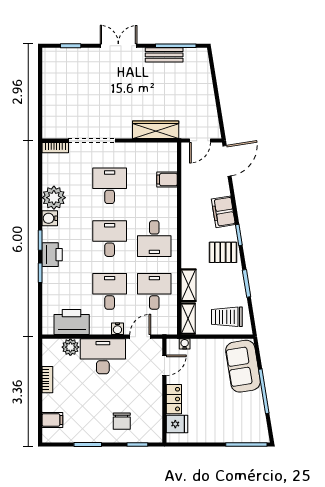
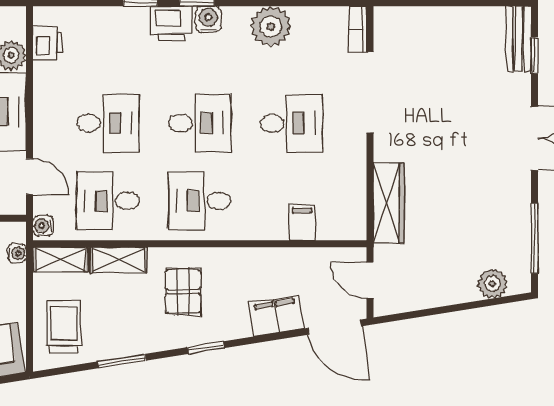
bench: (164, 55) -> (519, 39), moved
plant: (202, 70) -> (492, 284), added
filing cabinet: (223, 212) -> (276, 316), moved
water cooler: (50, 218) -> (208, 19), moved
pallet: (223, 252) -> (183, 291), moved
desk: (154, 291) -> (108, 201), turned 180
printer: (72, 322) -> (48, 43), width x0.53, depth x0.68
water cooler: (117, 329) -> (43, 226), moved

